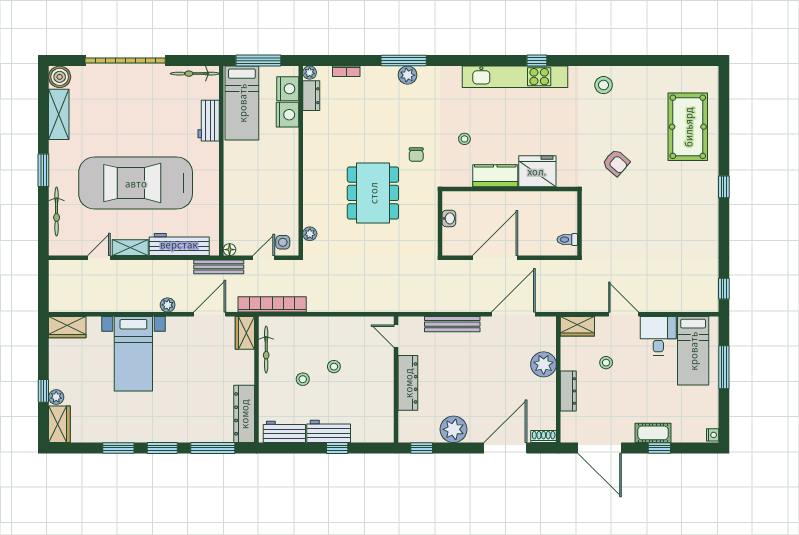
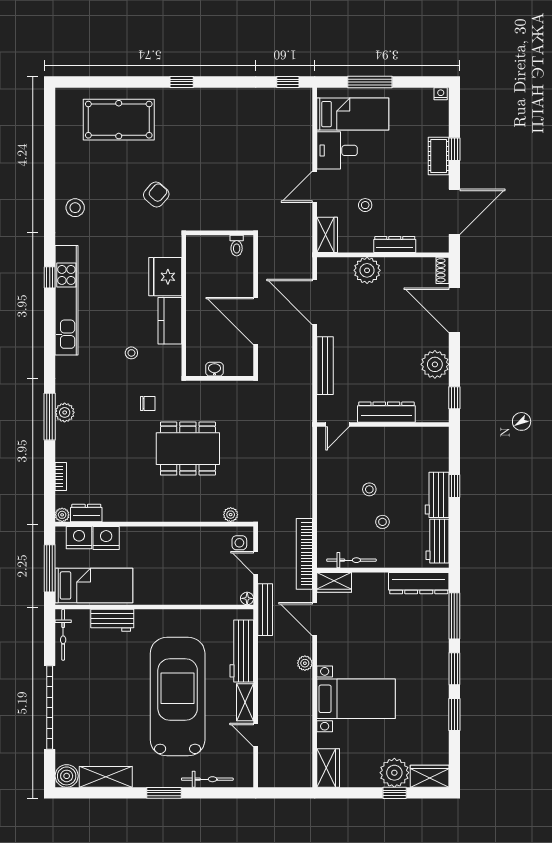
car: (136, 183) -> (178, 697), turned 180
plant: (56, 397) -> (394, 773), width x1.88, depth x1.88

